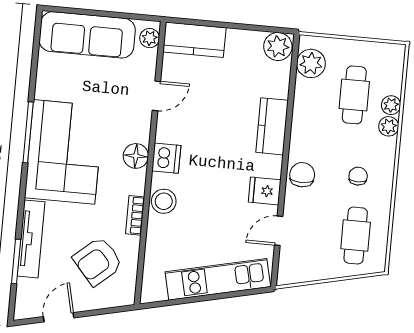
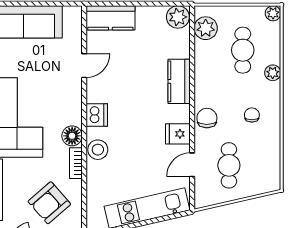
plant: (150, 38) -> (74, 20), removed
plant: (391, 105) -> (273, 13), moved
floor lamp: (136, 156) -> (72, 136), moved
cafe table: (356, 236) -> (229, 165), moved

